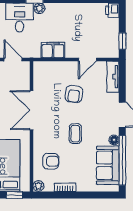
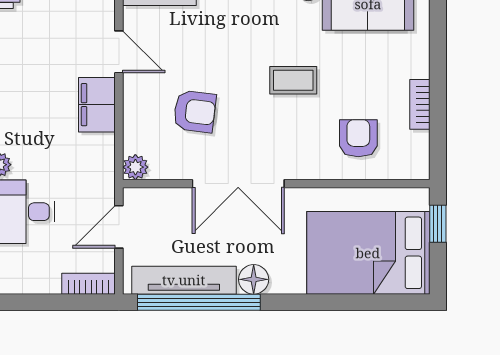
filing cabinet: (53, 50) -> (97, 105), moved
armchair: (74, 94) -> (195, 111), moved
plant: (38, 186) -> (135, 167), moved

